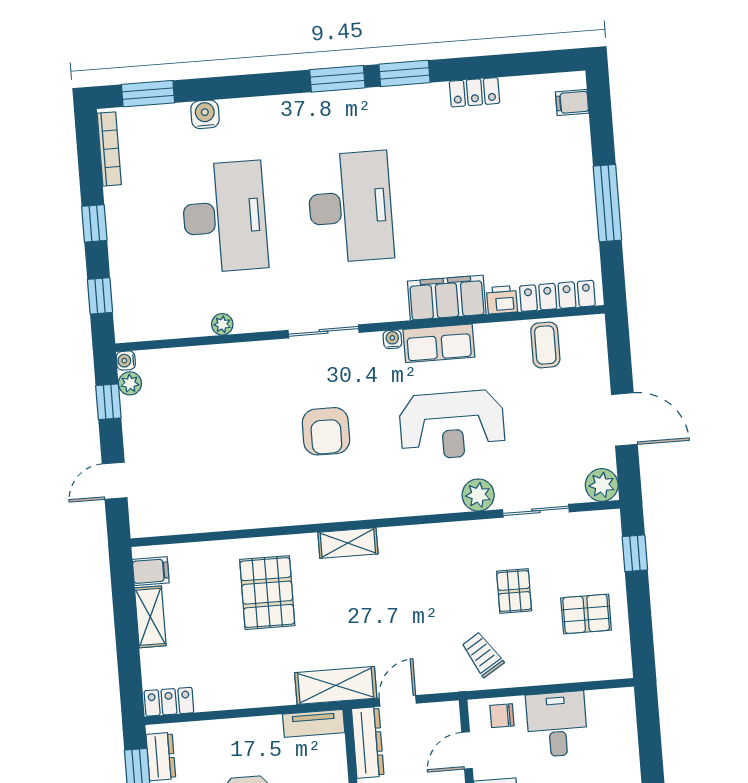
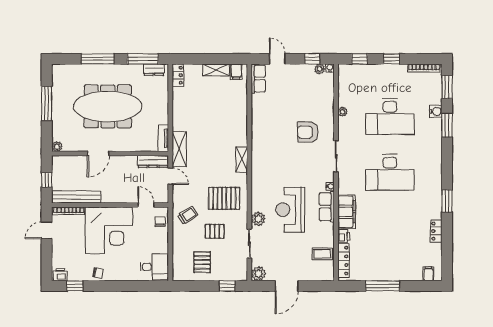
window: (337, 79) -> (447, 125), moved
armchair: (326, 431) -> (308, 132), moved
row of seats: (162, 520) -> (258, 79), added
pallet: (267, 593) -> (224, 198), moved
desk: (557, 724) -> (154, 267), moved

